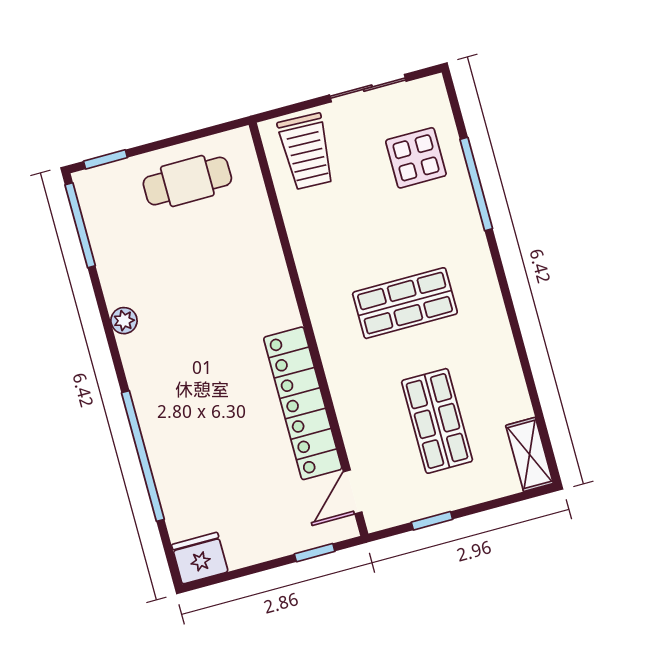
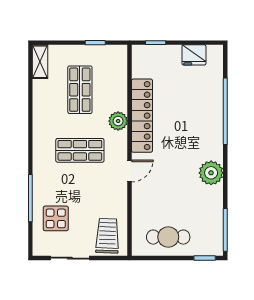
plant: (124, 321) -> (211, 173), width x1.87, depth x1.87
plant: (346, 380) -> (118, 121), added
door: (353, 492) -> (129, 171), moved
fridge: (200, 558) -> (194, 55), moved

